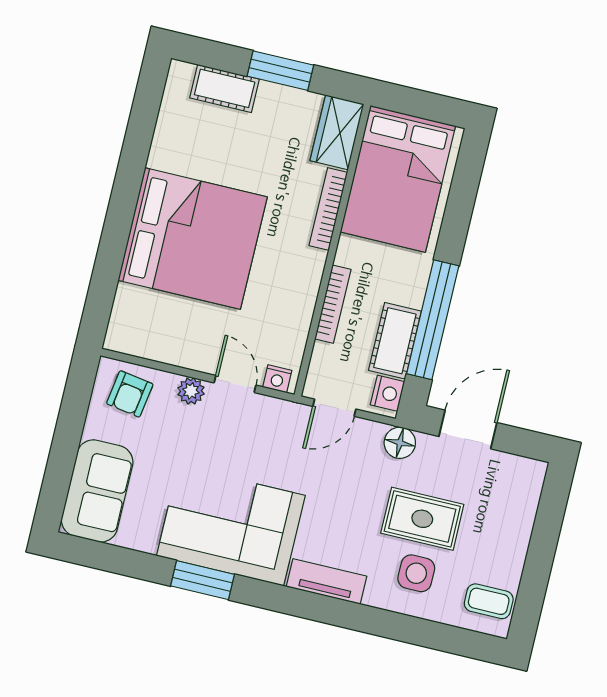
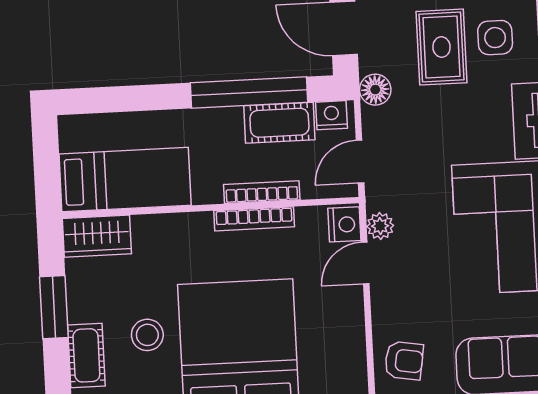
stool: (227, 153) -> (147, 335), added
bed: (398, 179) -> (125, 180), width x0.67
bookcase: (328, 209) -> (254, 219), moved
nightstand: (277, 379) -> (344, 224), width x1.39, depth x1.35
plant: (191, 391) -> (380, 226), moved
door: (334, 408) -> (360, 162), swing flipped

